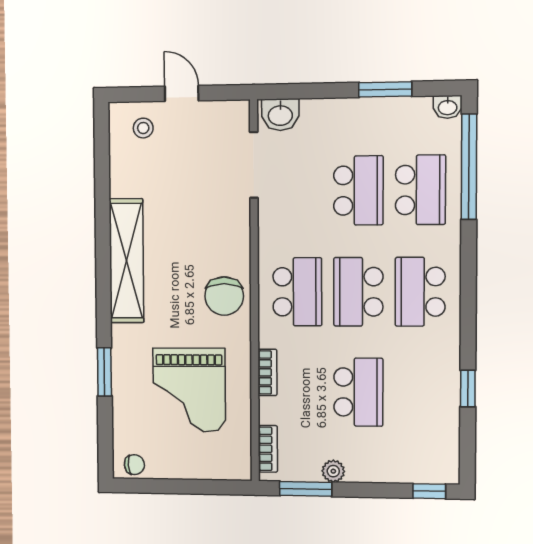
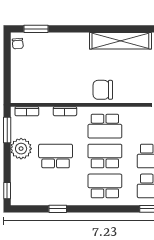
window: (104, 372) -> (36, 29), moved
grand piano: (189, 390) -> (56, 72), removed
school desk: (358, 392) -> (56, 156), turned 180
plant: (333, 471) -> (21, 149), width x1.87, depth x1.87

